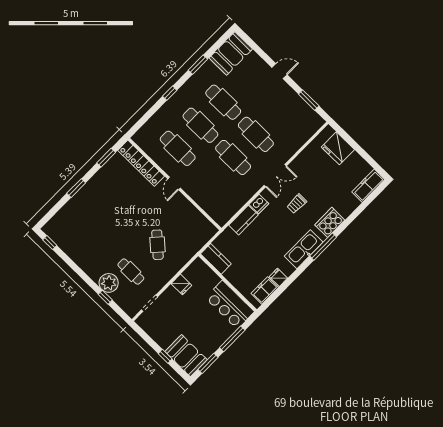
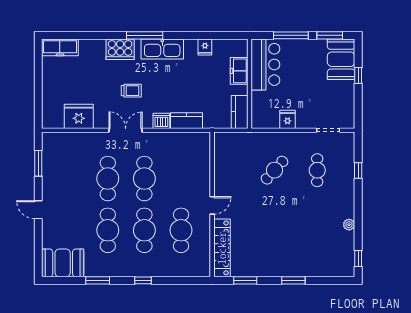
fridge: (338, 148) -> (79, 116), moved, turned -90
plant: (109, 283) -> (349, 225), moved, width x0.53, depth x0.53
freezer: (265, 290) -> (239, 71), moved, turned 90

